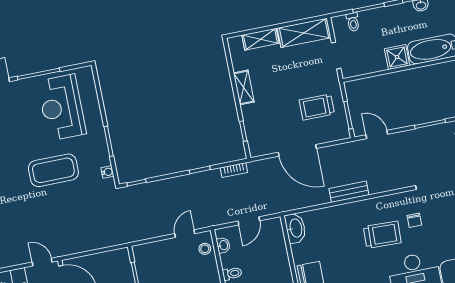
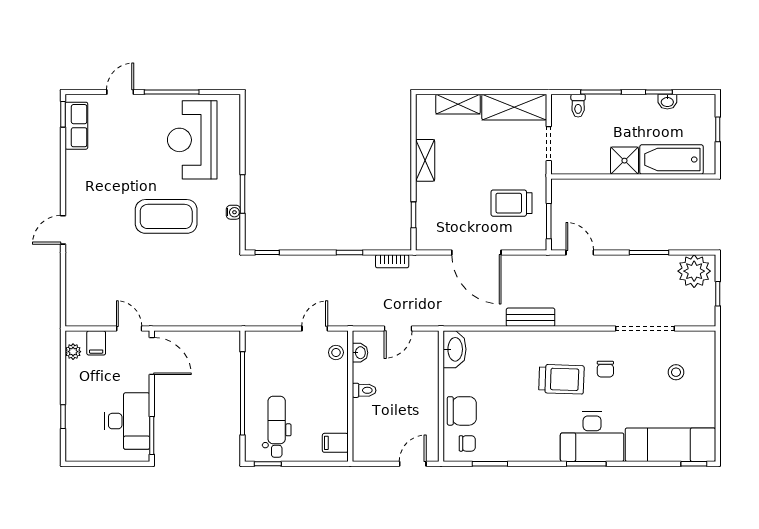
water cooler: (107, 172) -> (233, 212), moved

